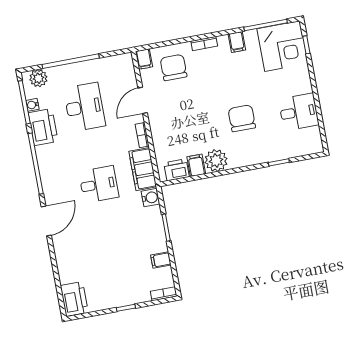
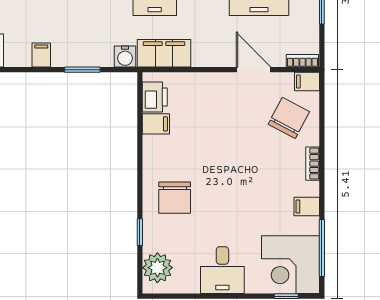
chair: (174, 67) -> (289, 118), turned -62
desk: (299, 112) -> (222, 270), moved
chair: (242, 118) -> (175, 198), moved, turned 90
bookcase: (142, 135) -> (302, 61), moved
plant: (216, 161) -> (157, 268), moved

